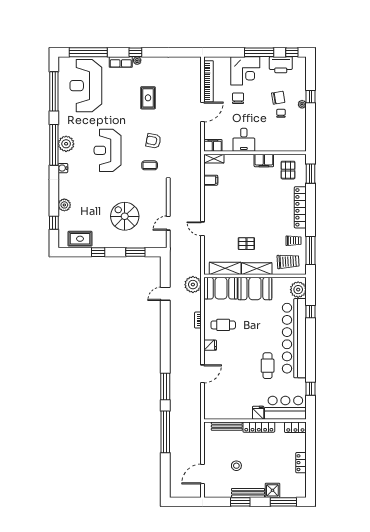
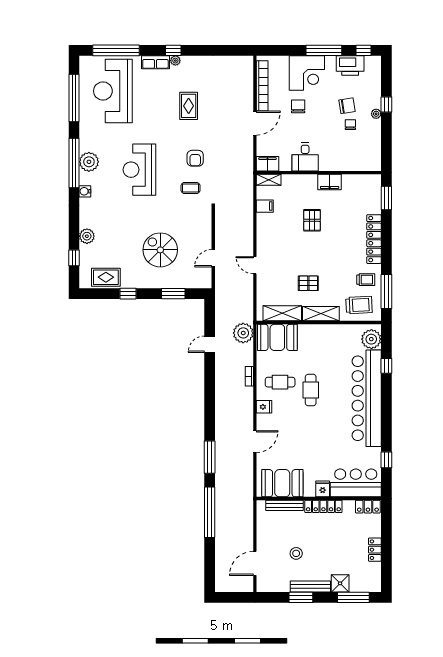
armchair: (153, 141) -> (195, 158), turned -101
pallet: (288, 170) -> (312, 220), moved
booth: (255, 289) -> (282, 483), moved
cafe table: (268, 366) -> (311, 390), moved

